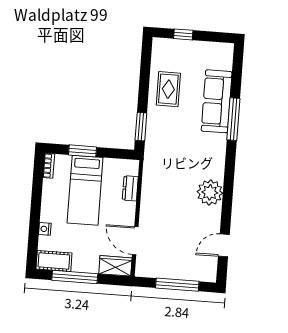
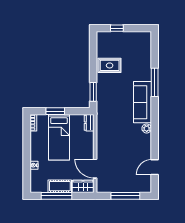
rug: (168, 89) -> (110, 65), turned 90
sofa: (217, 101) -> (142, 102), moved
dresser: (130, 188) -> (89, 123), moved
plant: (210, 192) -> (147, 128), width x0.53, depth x0.53
cot: (54, 261) -> (60, 186), moved

